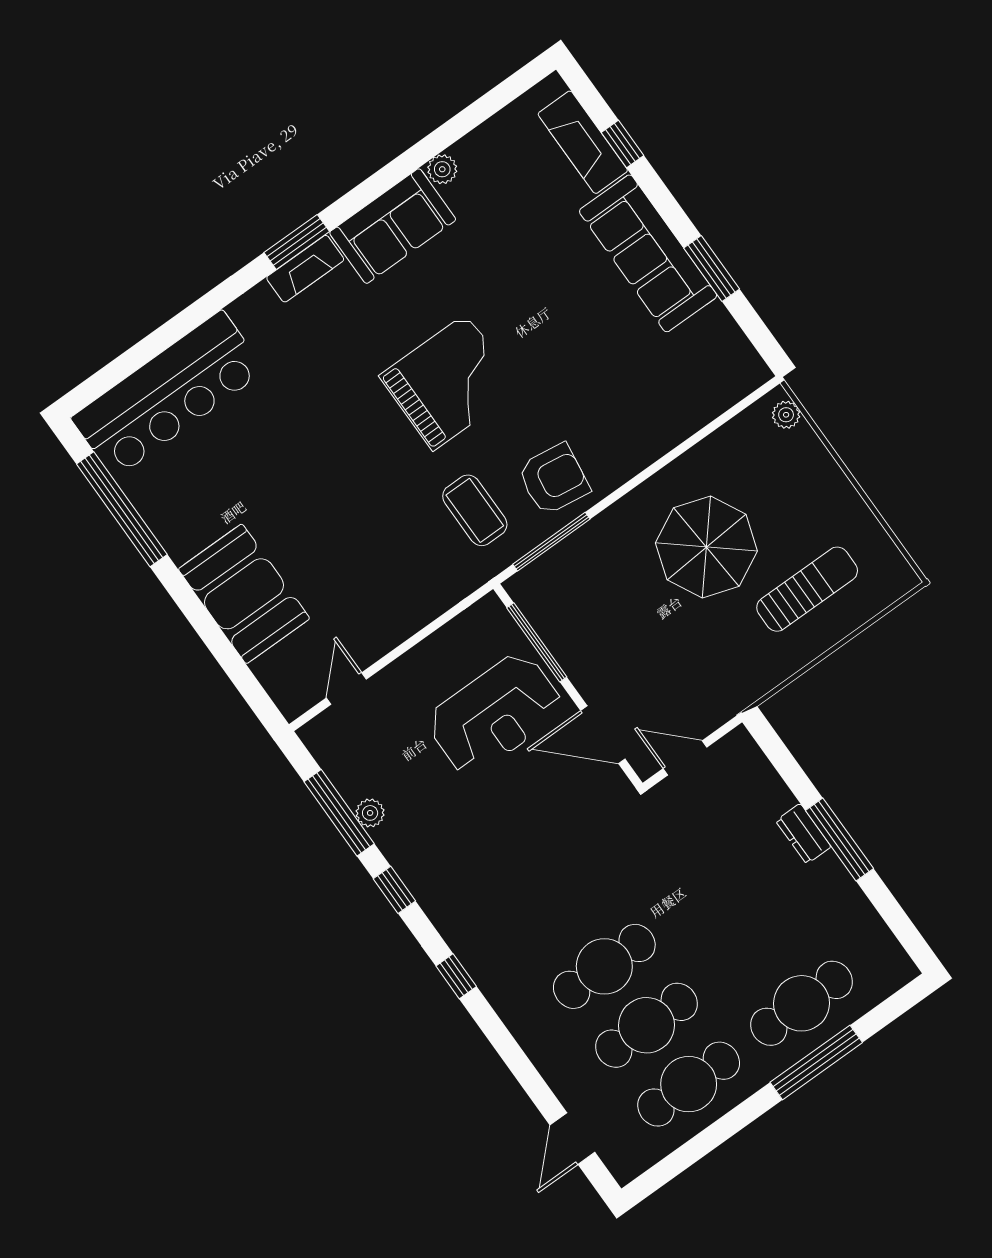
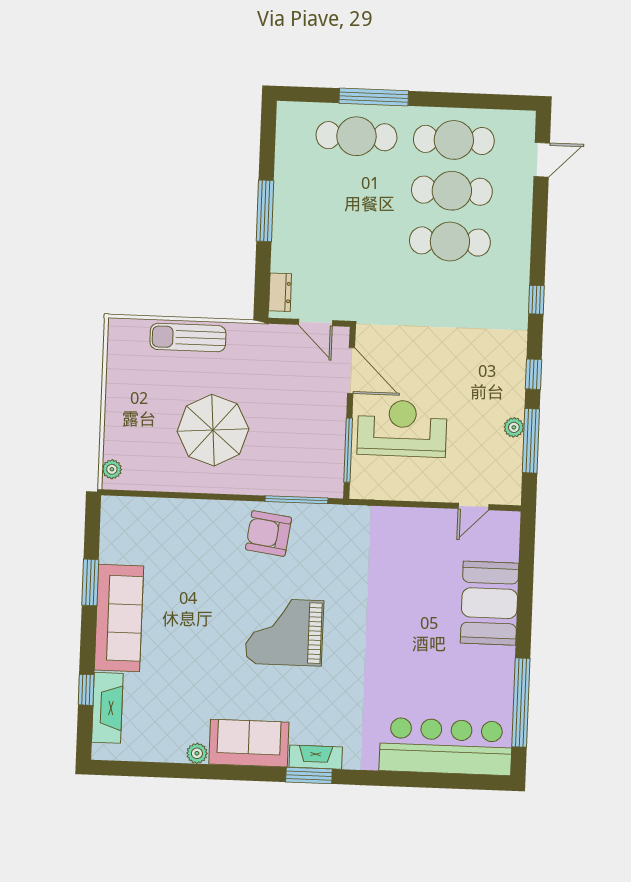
coffee table: (475, 510) -> (326, 550), removed
sun lounger: (807, 589) -> (188, 338), moved
dresser: (803, 834) -> (280, 292), moved

